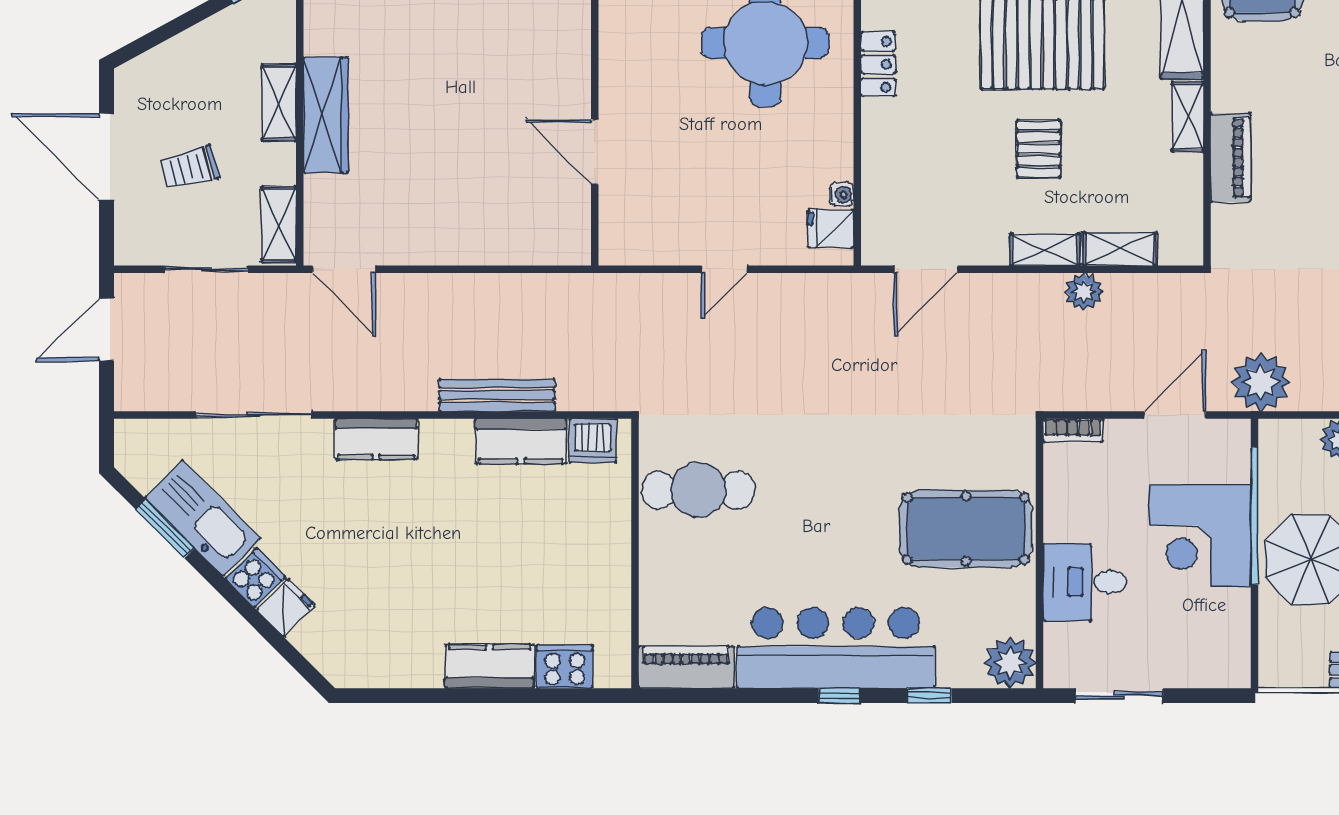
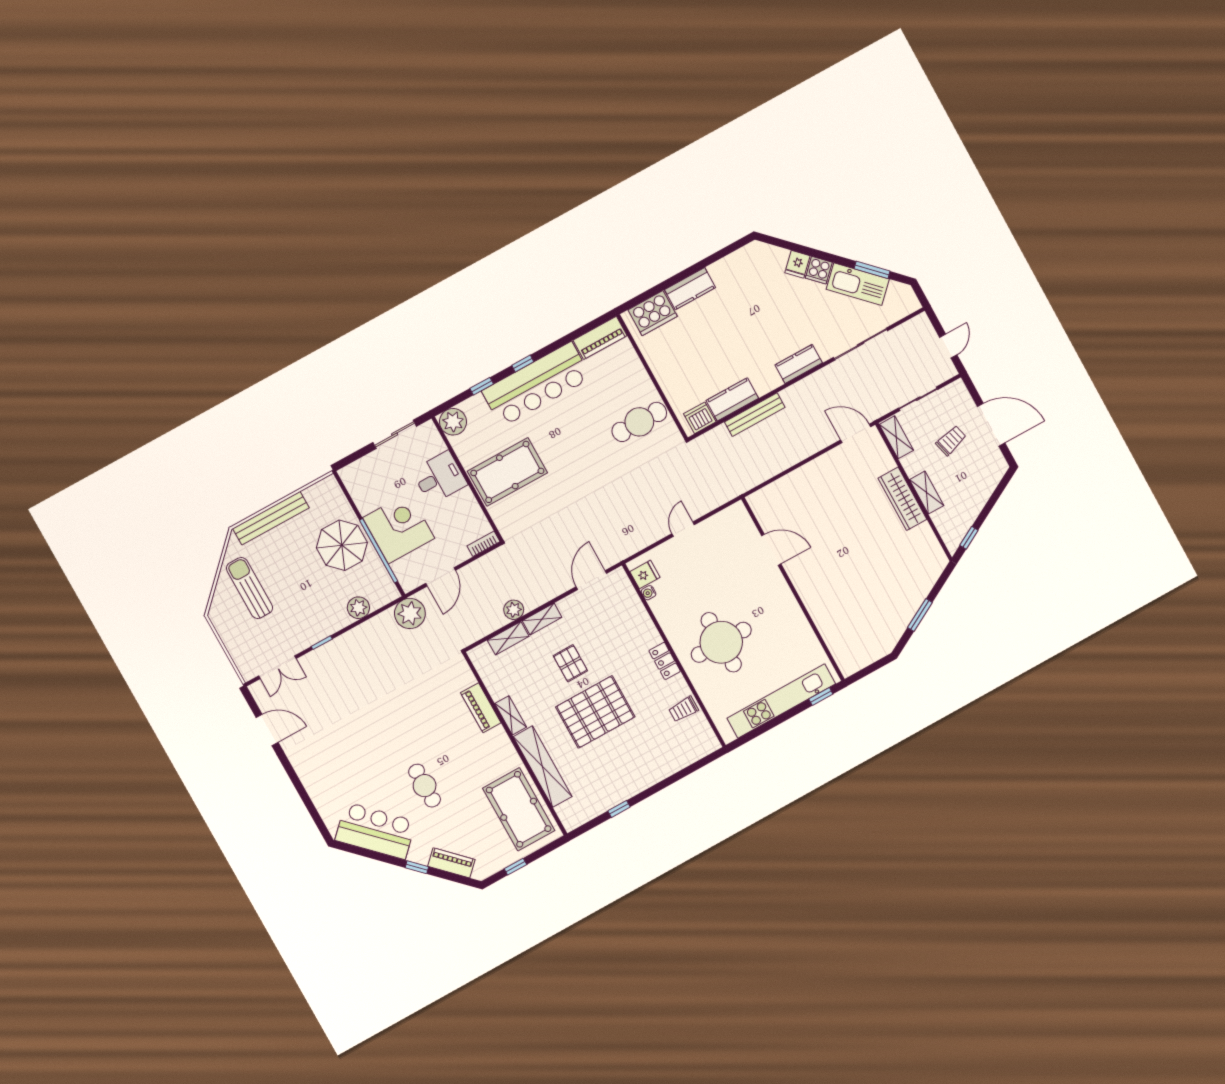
door: (107, 330) -> (948, 346), width x0.73
cooker: (565, 667) -> (653, 313), width x1.37, depth x1.31

